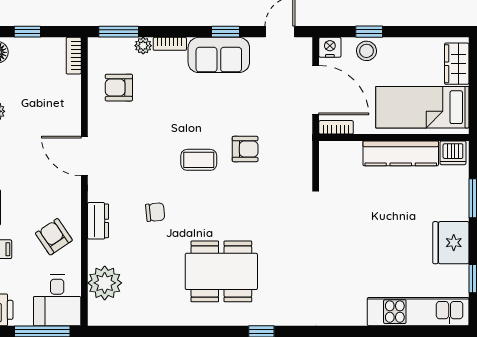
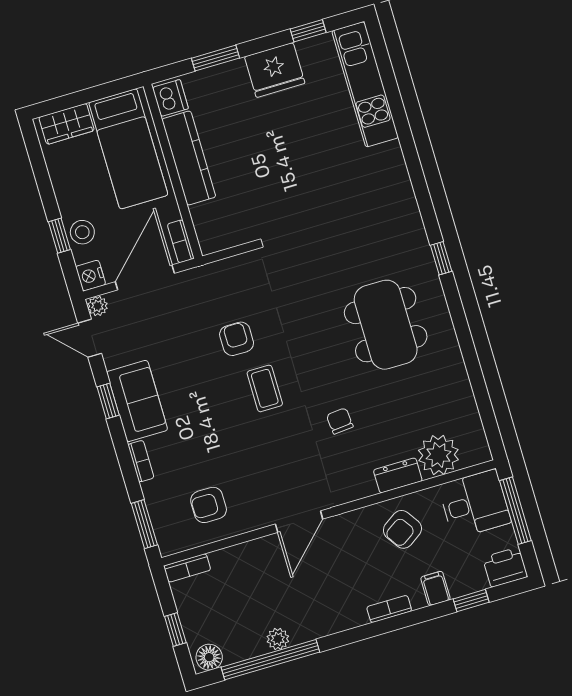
plant: (143, 46) -> (98, 306), moved
armchair: (119, 88) -> (209, 505), turned 90
dresser: (98, 221) -> (398, 475), moved

